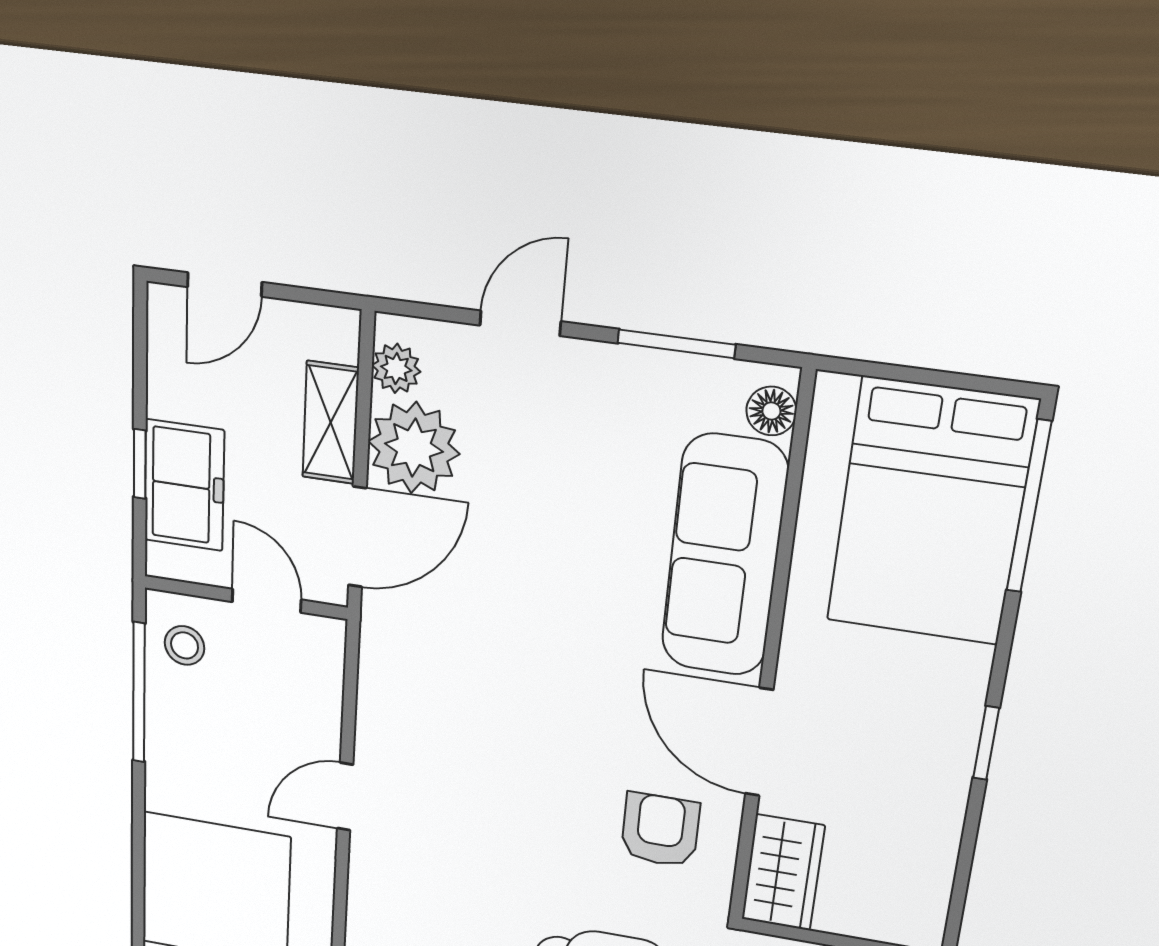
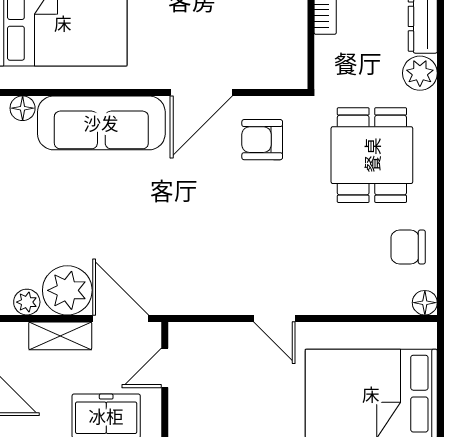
stool: (185, 645) -> (199, 415), removed
wardrobe: (783, 873) -> (275, 70), removed

